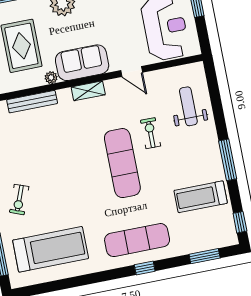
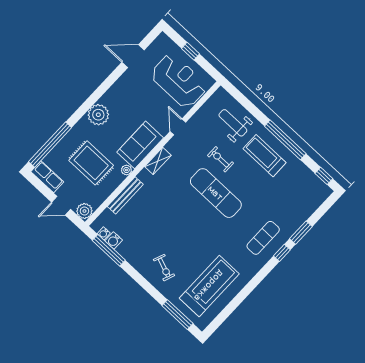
door: (132, 71) -> (178, 127), swing flipped
window: (228, 160) -> (285, 140), width x1.46
treadmill: (201, 197) -> (265, 156), moved, turned 90
exercise mat: (137, 240) -> (263, 238), width x0.73, depth x0.69
window: (205, 256) -> (301, 233), moved

